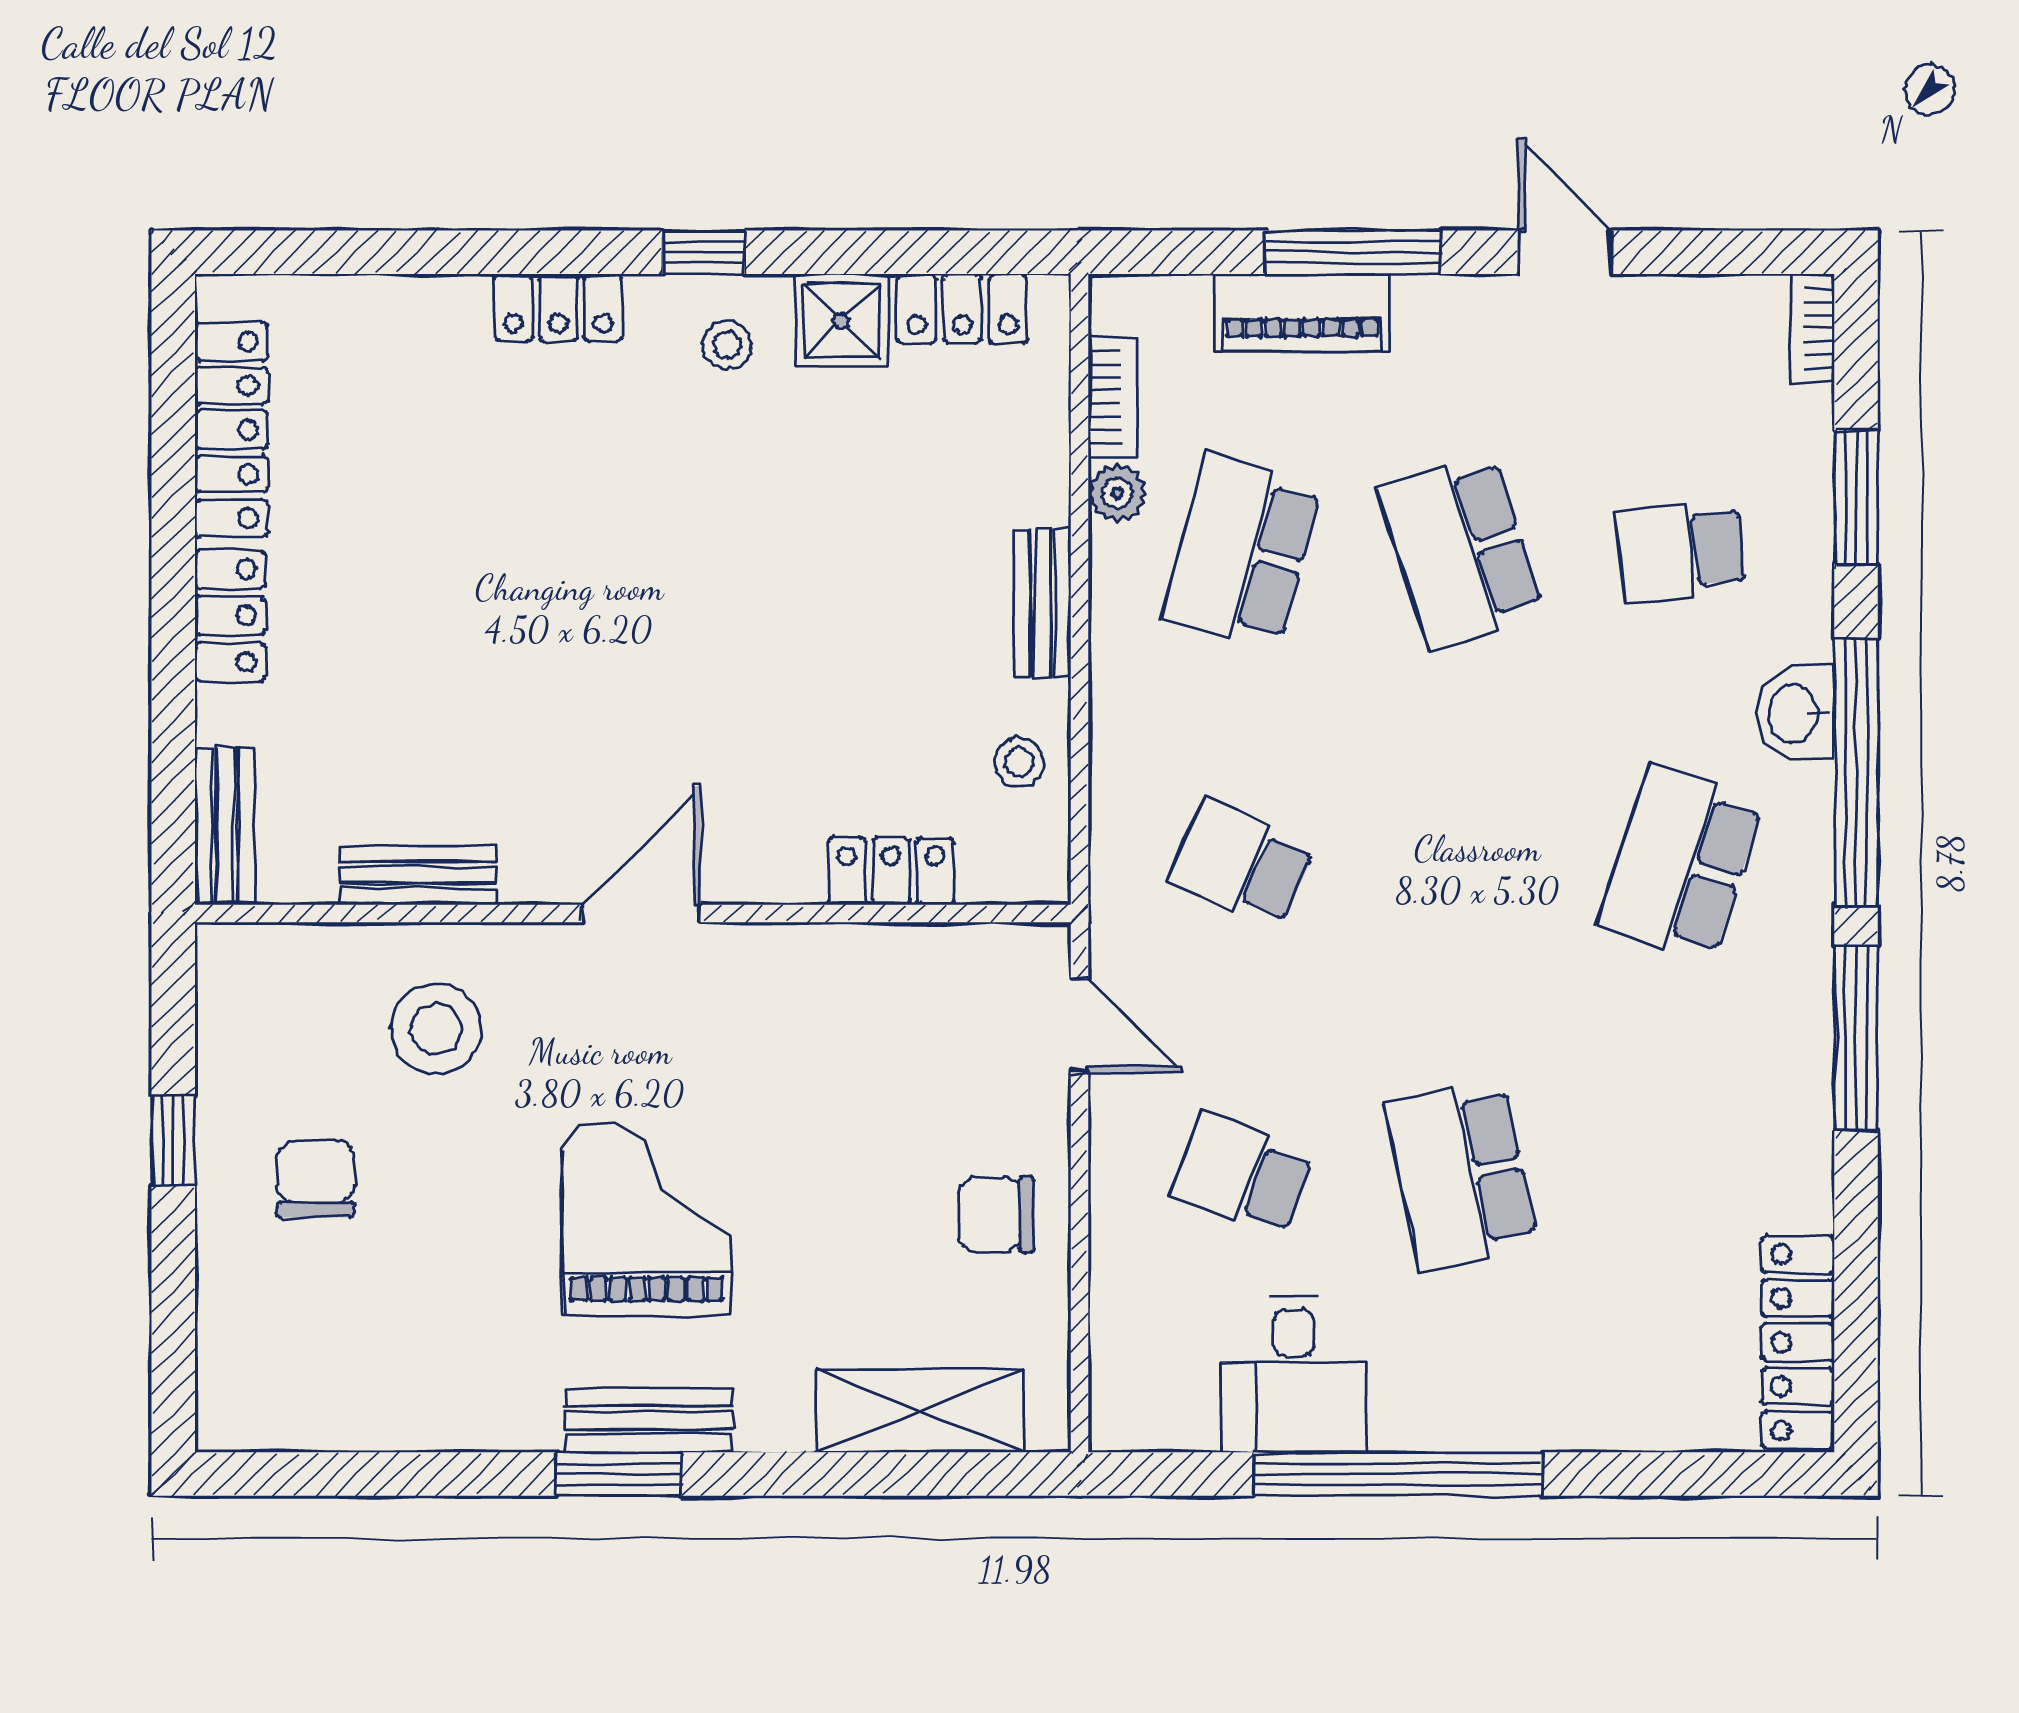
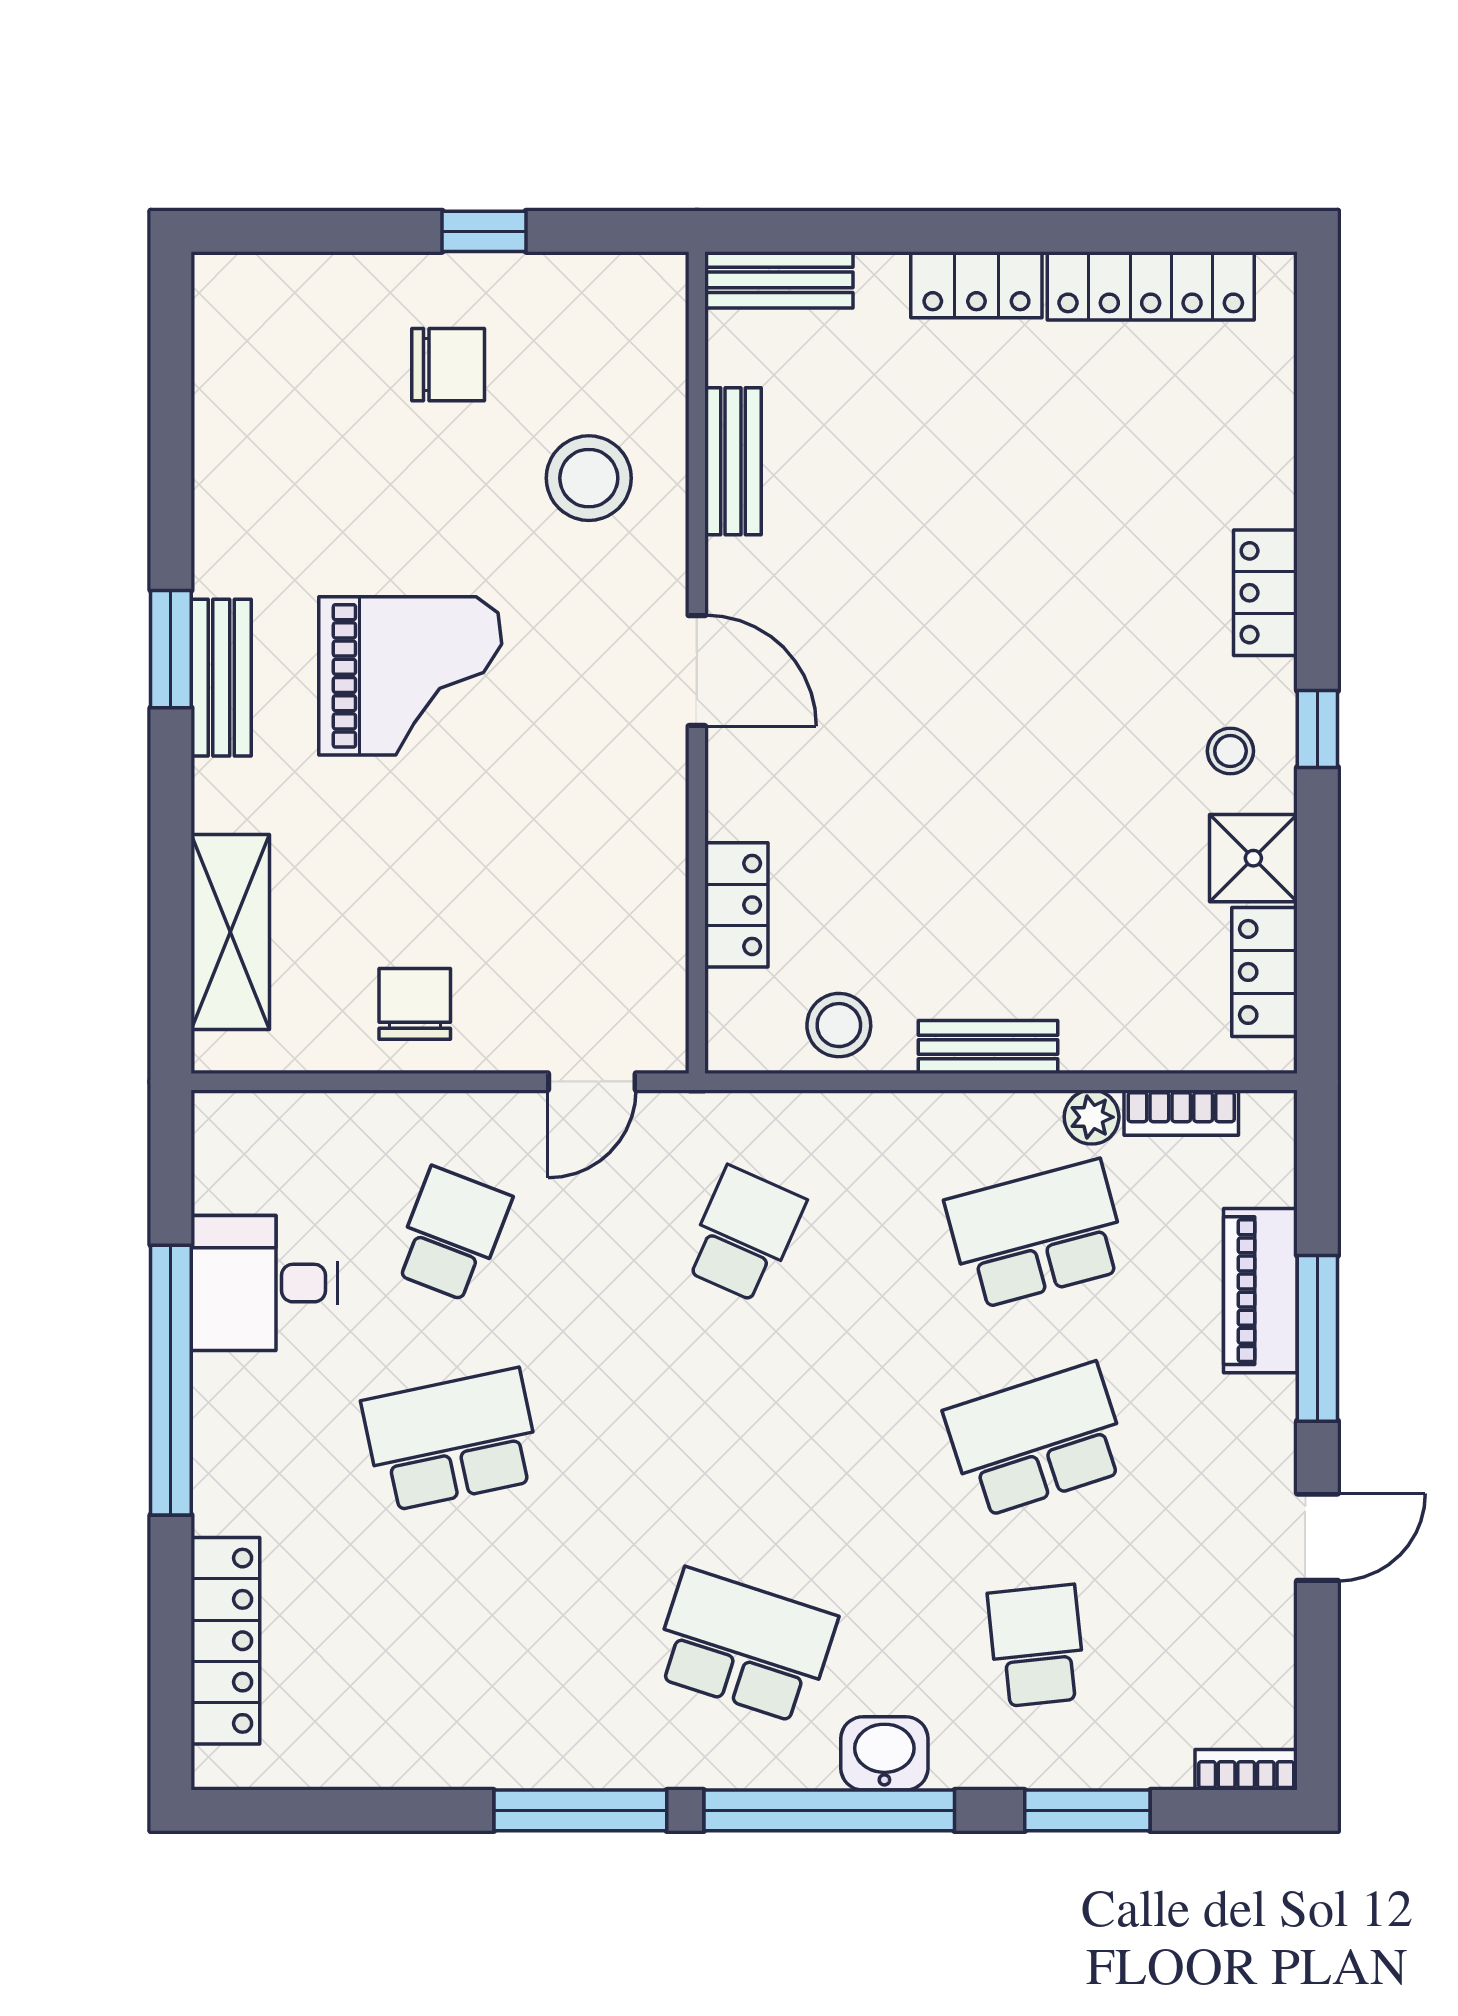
school desk: (1242, 551) -> (1037, 1234), turned -30
stool: (1019, 762) -> (839, 1025), width x1.37, depth x1.37
locker: (1798, 1342) -> (225, 1641), moved, turned 90

